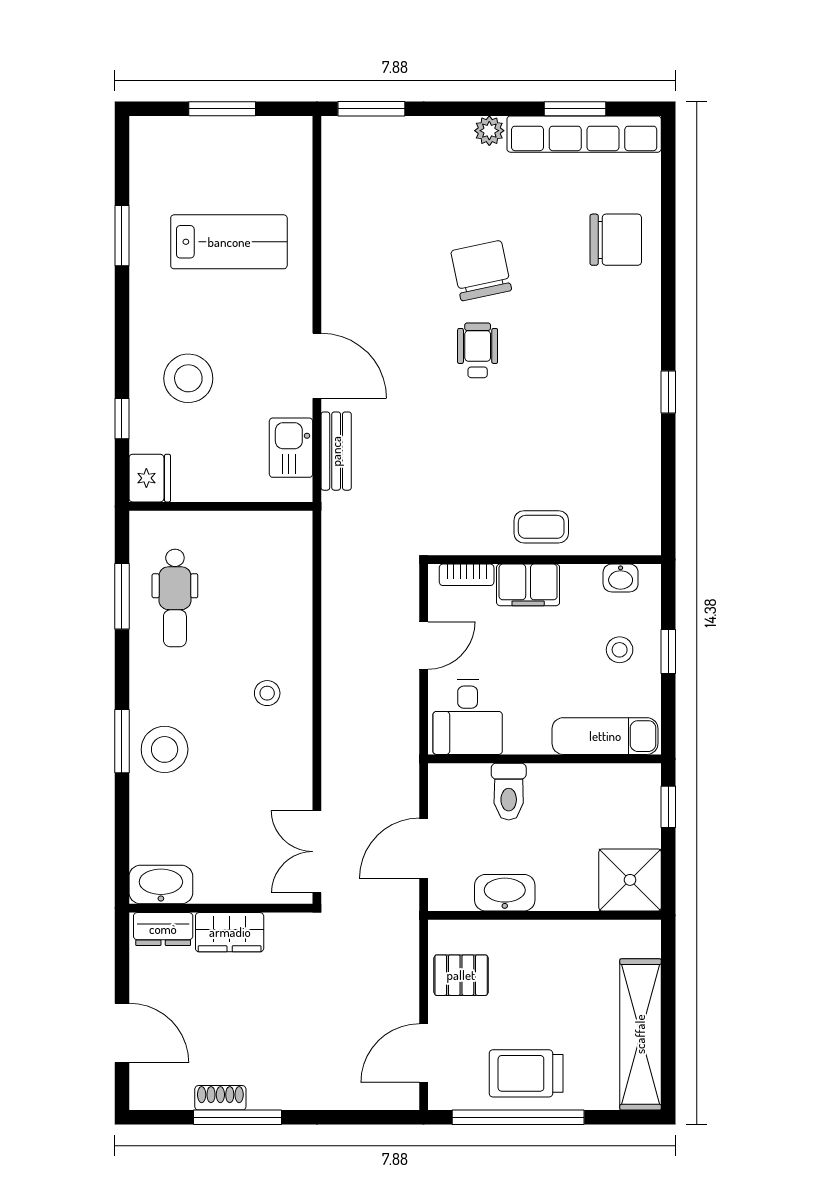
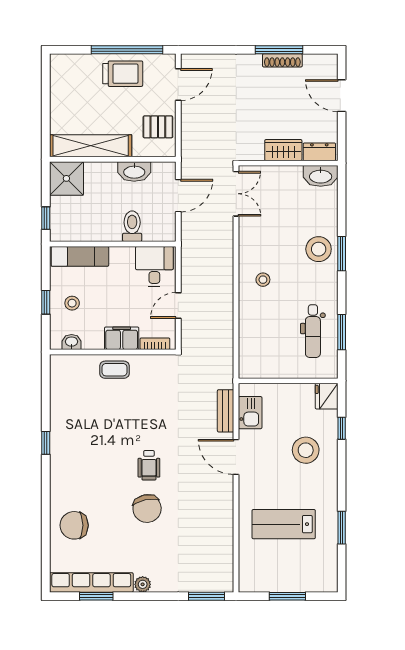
dental chair: (175, 598) -> (313, 331), turned 180
shelving: (640, 1034) -> (91, 146), moved, turned 90
shoe rack: (220, 1098) -> (282, 60), width x1.43

